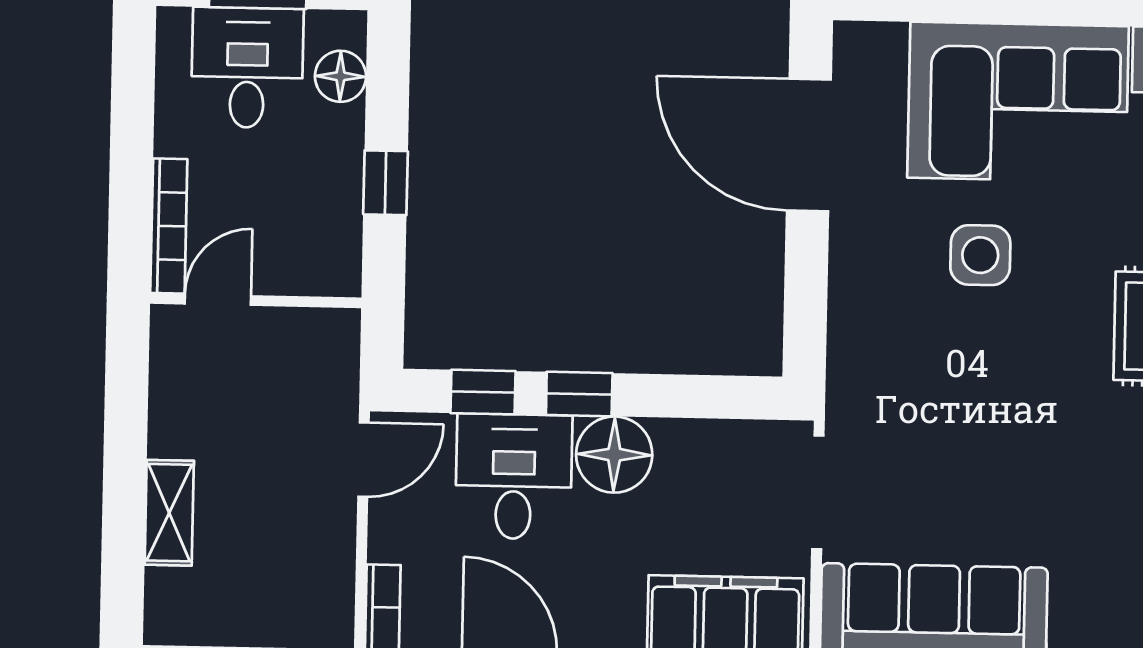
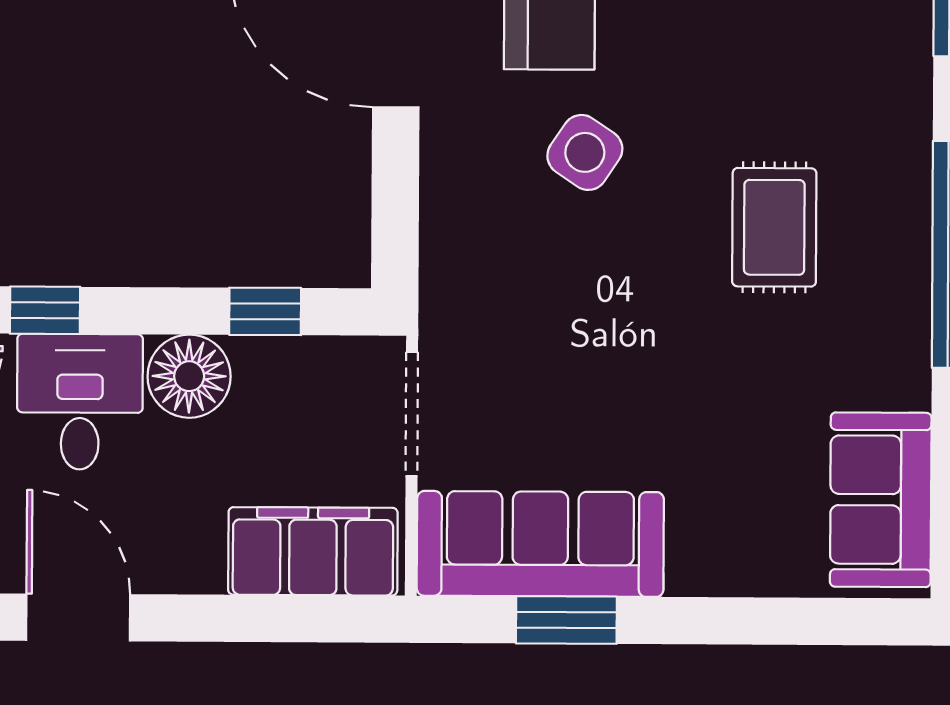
side table: (980, 255) -> (585, 152), turned 34
window: (579, 394) -> (265, 311), moved

